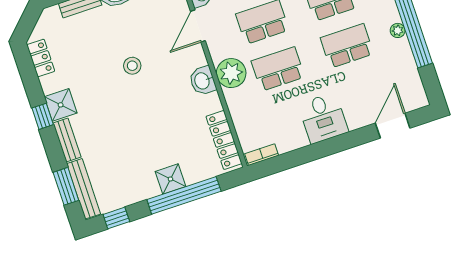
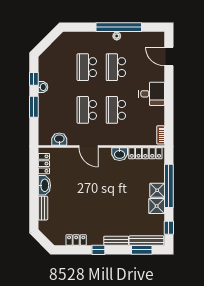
door: (198, 26) -> (89, 146), moved
locker: (41, 58) -> (76, 240), moved
stool: (132, 66) -> (87, 190), removed
plant: (231, 73) -> (109, 137), removed
washbasin: (203, 81) -> (120, 154), moved
shower: (61, 105) -> (157, 206), moved

